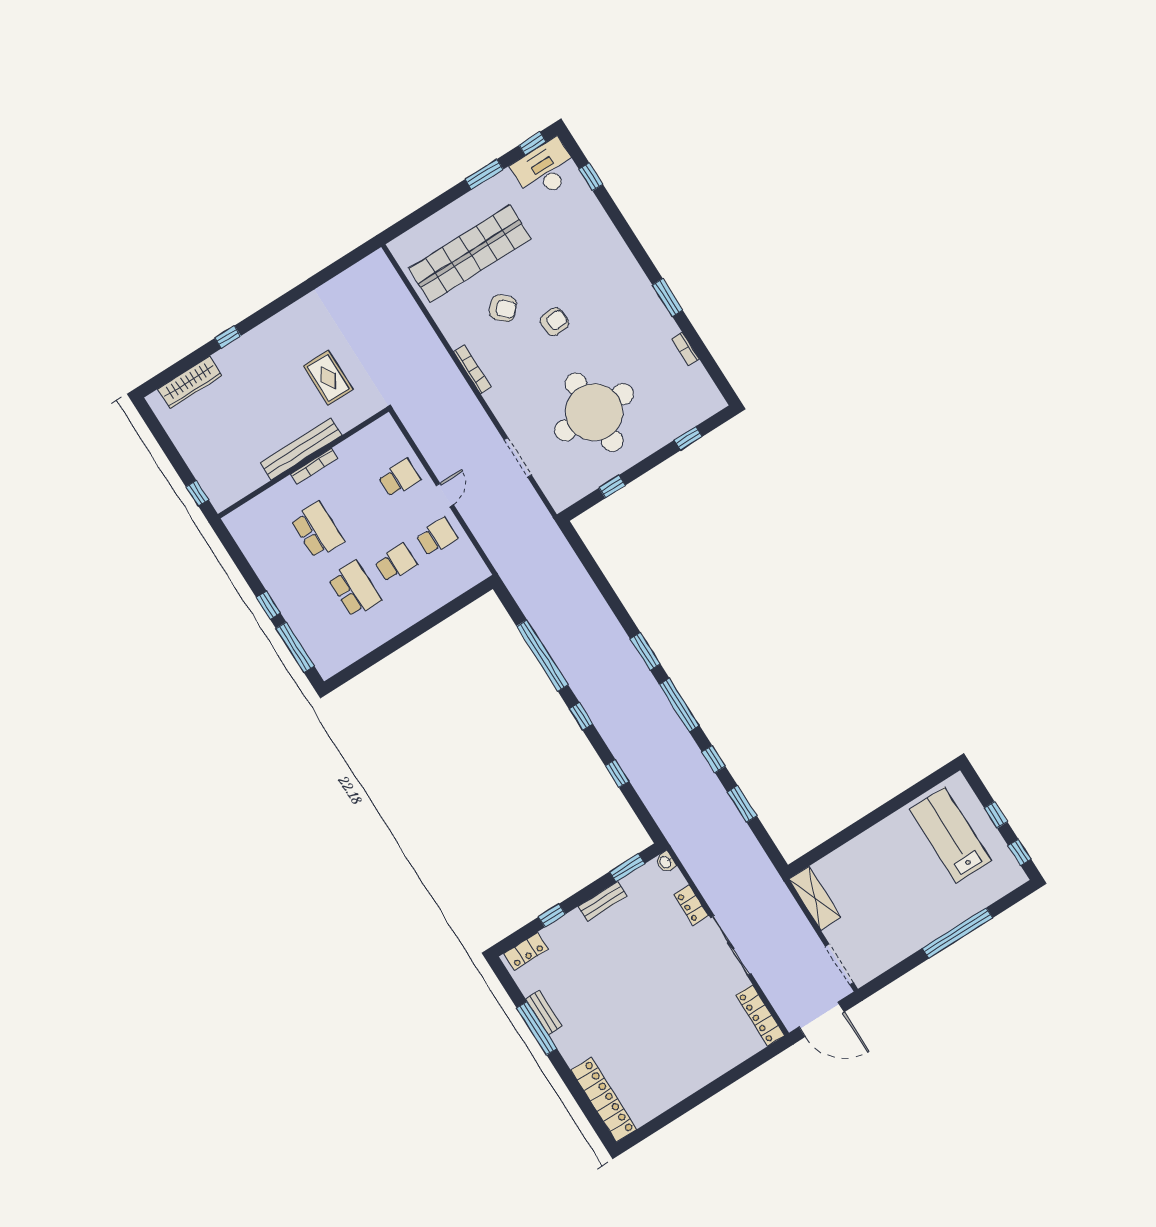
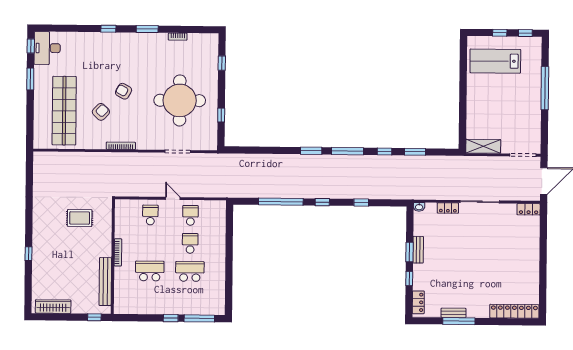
window: (591, 177) -> (108, 29), moved
armchair: (554, 322) -> (124, 91), turned -56
wardrobe: (190, 382) -> (53, 307), moved, turned -90
bench: (301, 449) -> (105, 282), moved
window: (627, 868) -> (409, 252), moved
locker: (760, 1015) -> (529, 209), width x0.66

